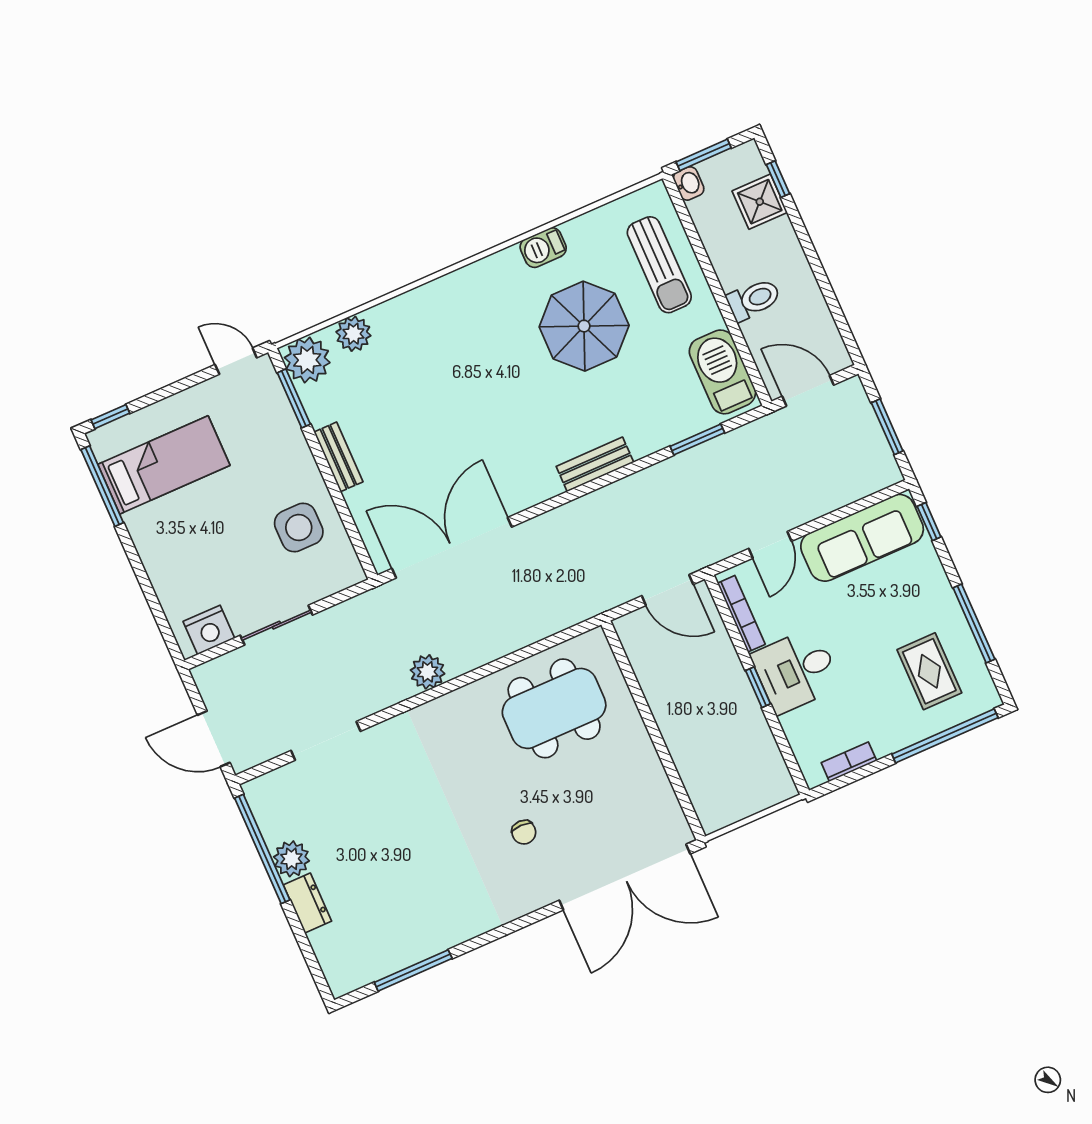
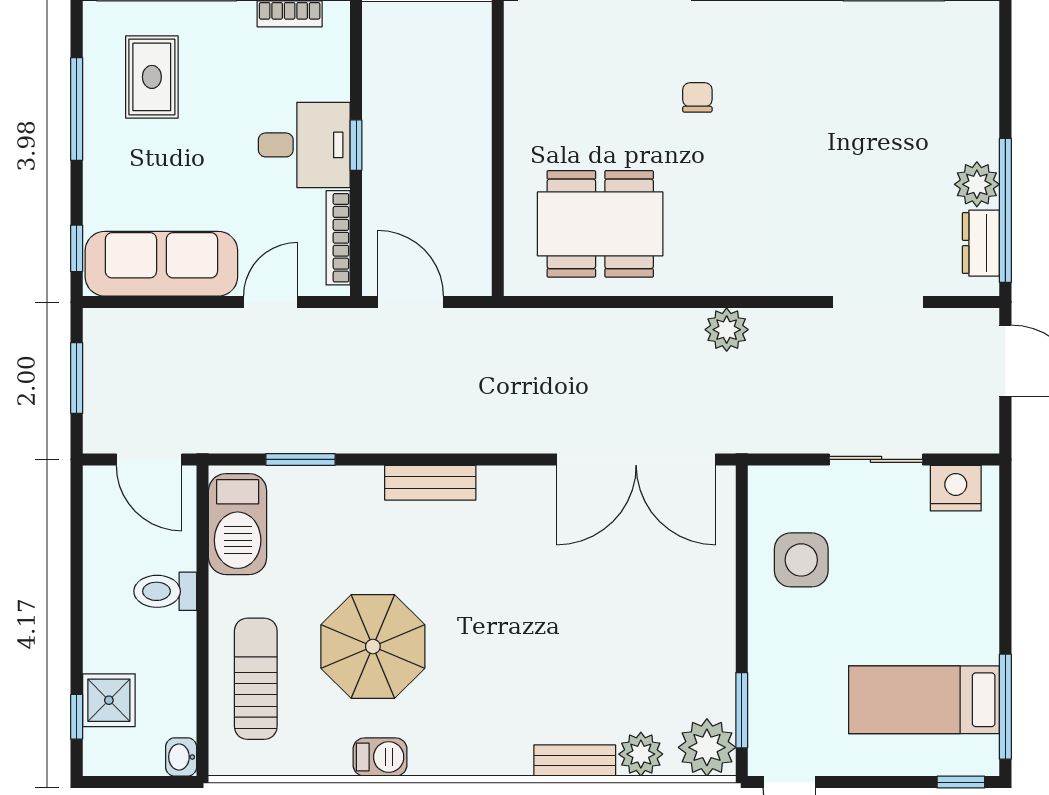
window: (704, 155) -> (150, 782), removed
bench: (338, 457) -> (575, 761), moved, turned 90
dresser: (307, 903) -> (981, 243), moved

